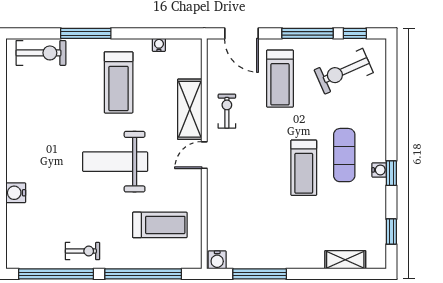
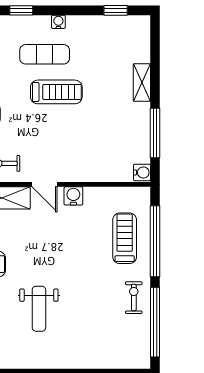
weight bench: (115, 162) -> (39, 309), moved, width x0.73, depth x0.75
window: (391, 173) -> (21, 10), moved
water cooler: (16, 193) -> (73, 196), moved, turned 180
treadmill: (160, 225) -> (125, 238), moved
shelving: (345, 260) -> (142, 82), moved

